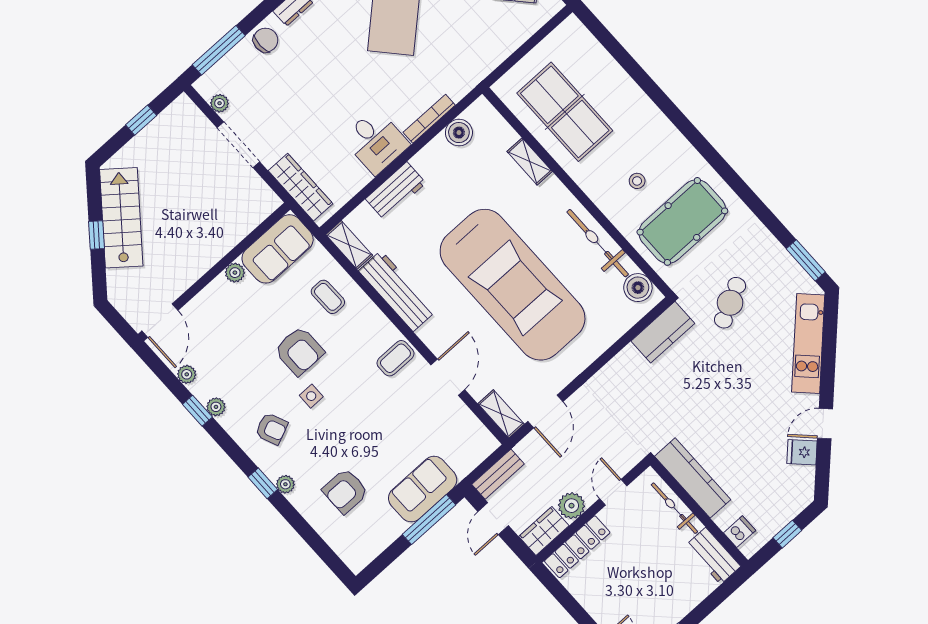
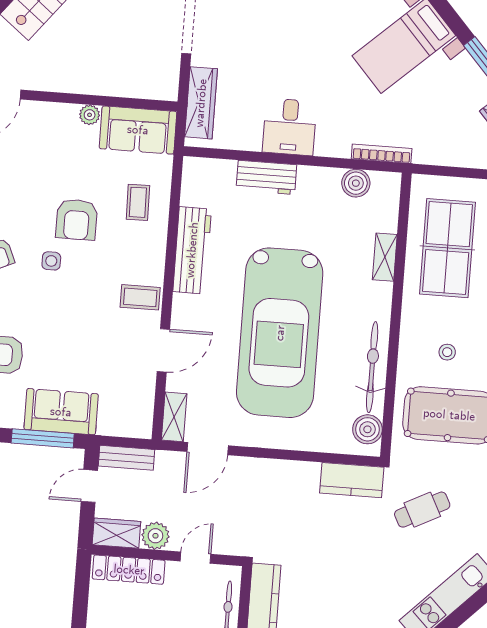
bookcase: (429, 119) -> (382, 154), moved
shelving: (349, 245) -> (192, 181), removed

